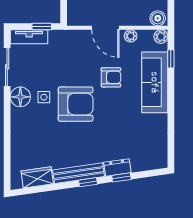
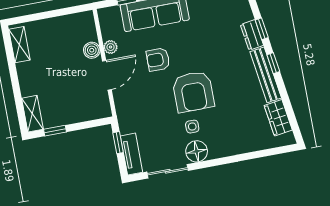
boiler: (158, 18) -> (92, 50), moved
plant: (161, 37) -> (105, 15), removed
armchair: (111, 77) -> (158, 60), turned -90
armchair: (76, 104) -> (193, 92), turned 180

